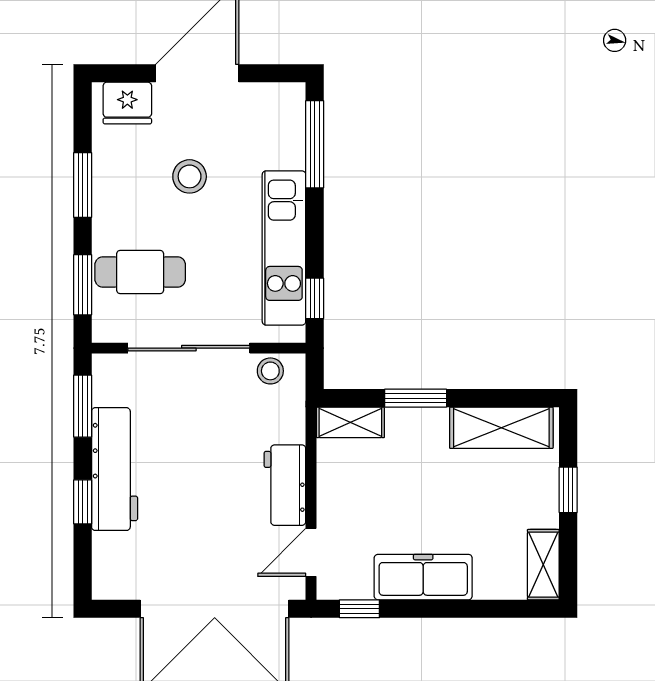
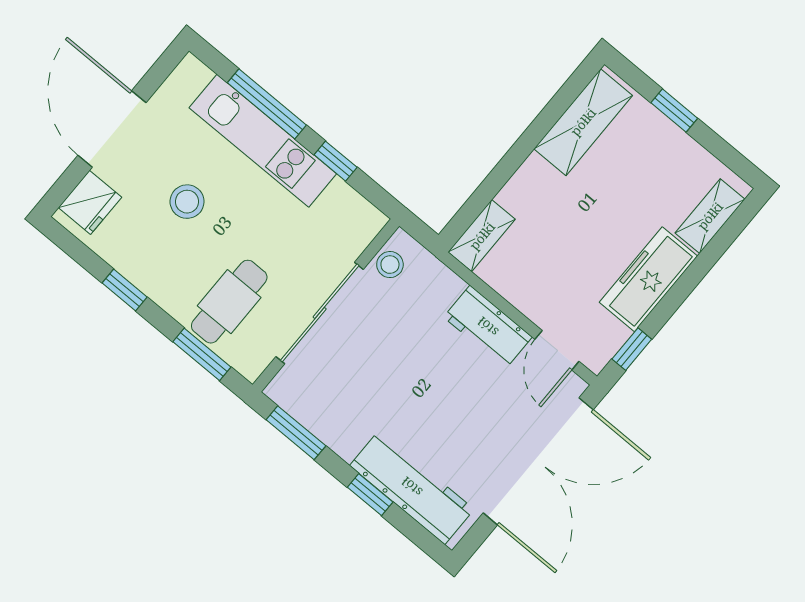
window: (315, 144) -> (267, 104), moved
window: (83, 185) -> (125, 290), width x0.67
kitchen unit: (284, 248) -> (263, 141), moved
window: (315, 298) -> (336, 161), moved
window: (416, 398) -> (505, 170), removed
workbench: (115, 469) -> (412, 487), moved
shelving: (543, 565) -> (710, 216), moved, turned 90

